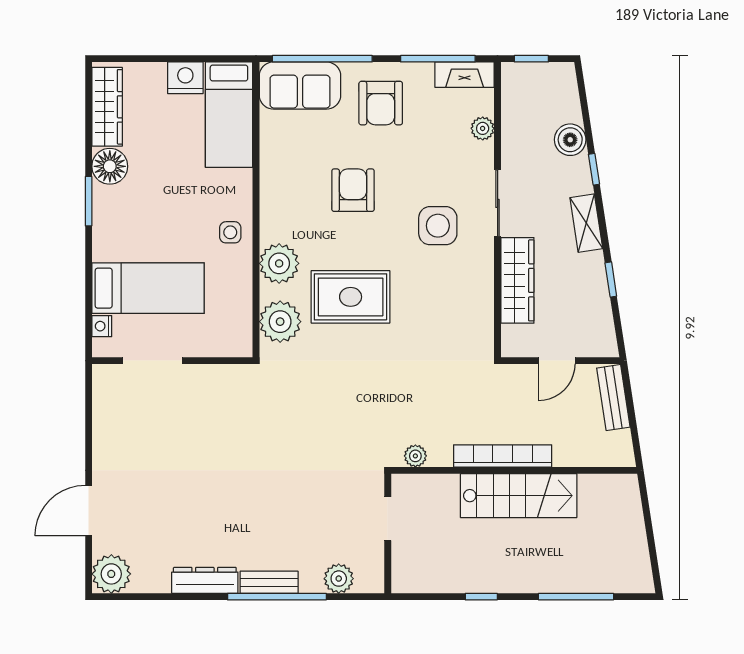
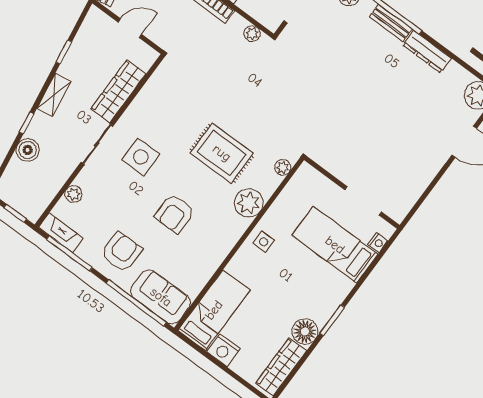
plant: (280, 322) -> (283, 167), width x0.53, depth x0.53

